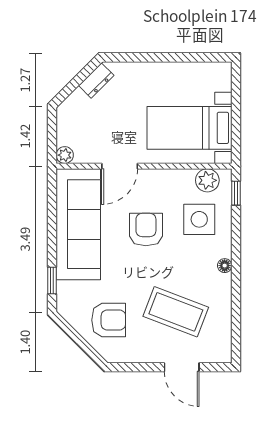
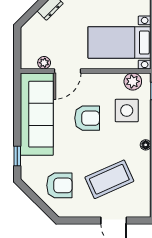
plant: (65, 155) -> (44, 63), moved
armchair: (146, 230) -> (87, 118), turned 90
coffee table: (176, 312) -> (109, 179), turned -45

